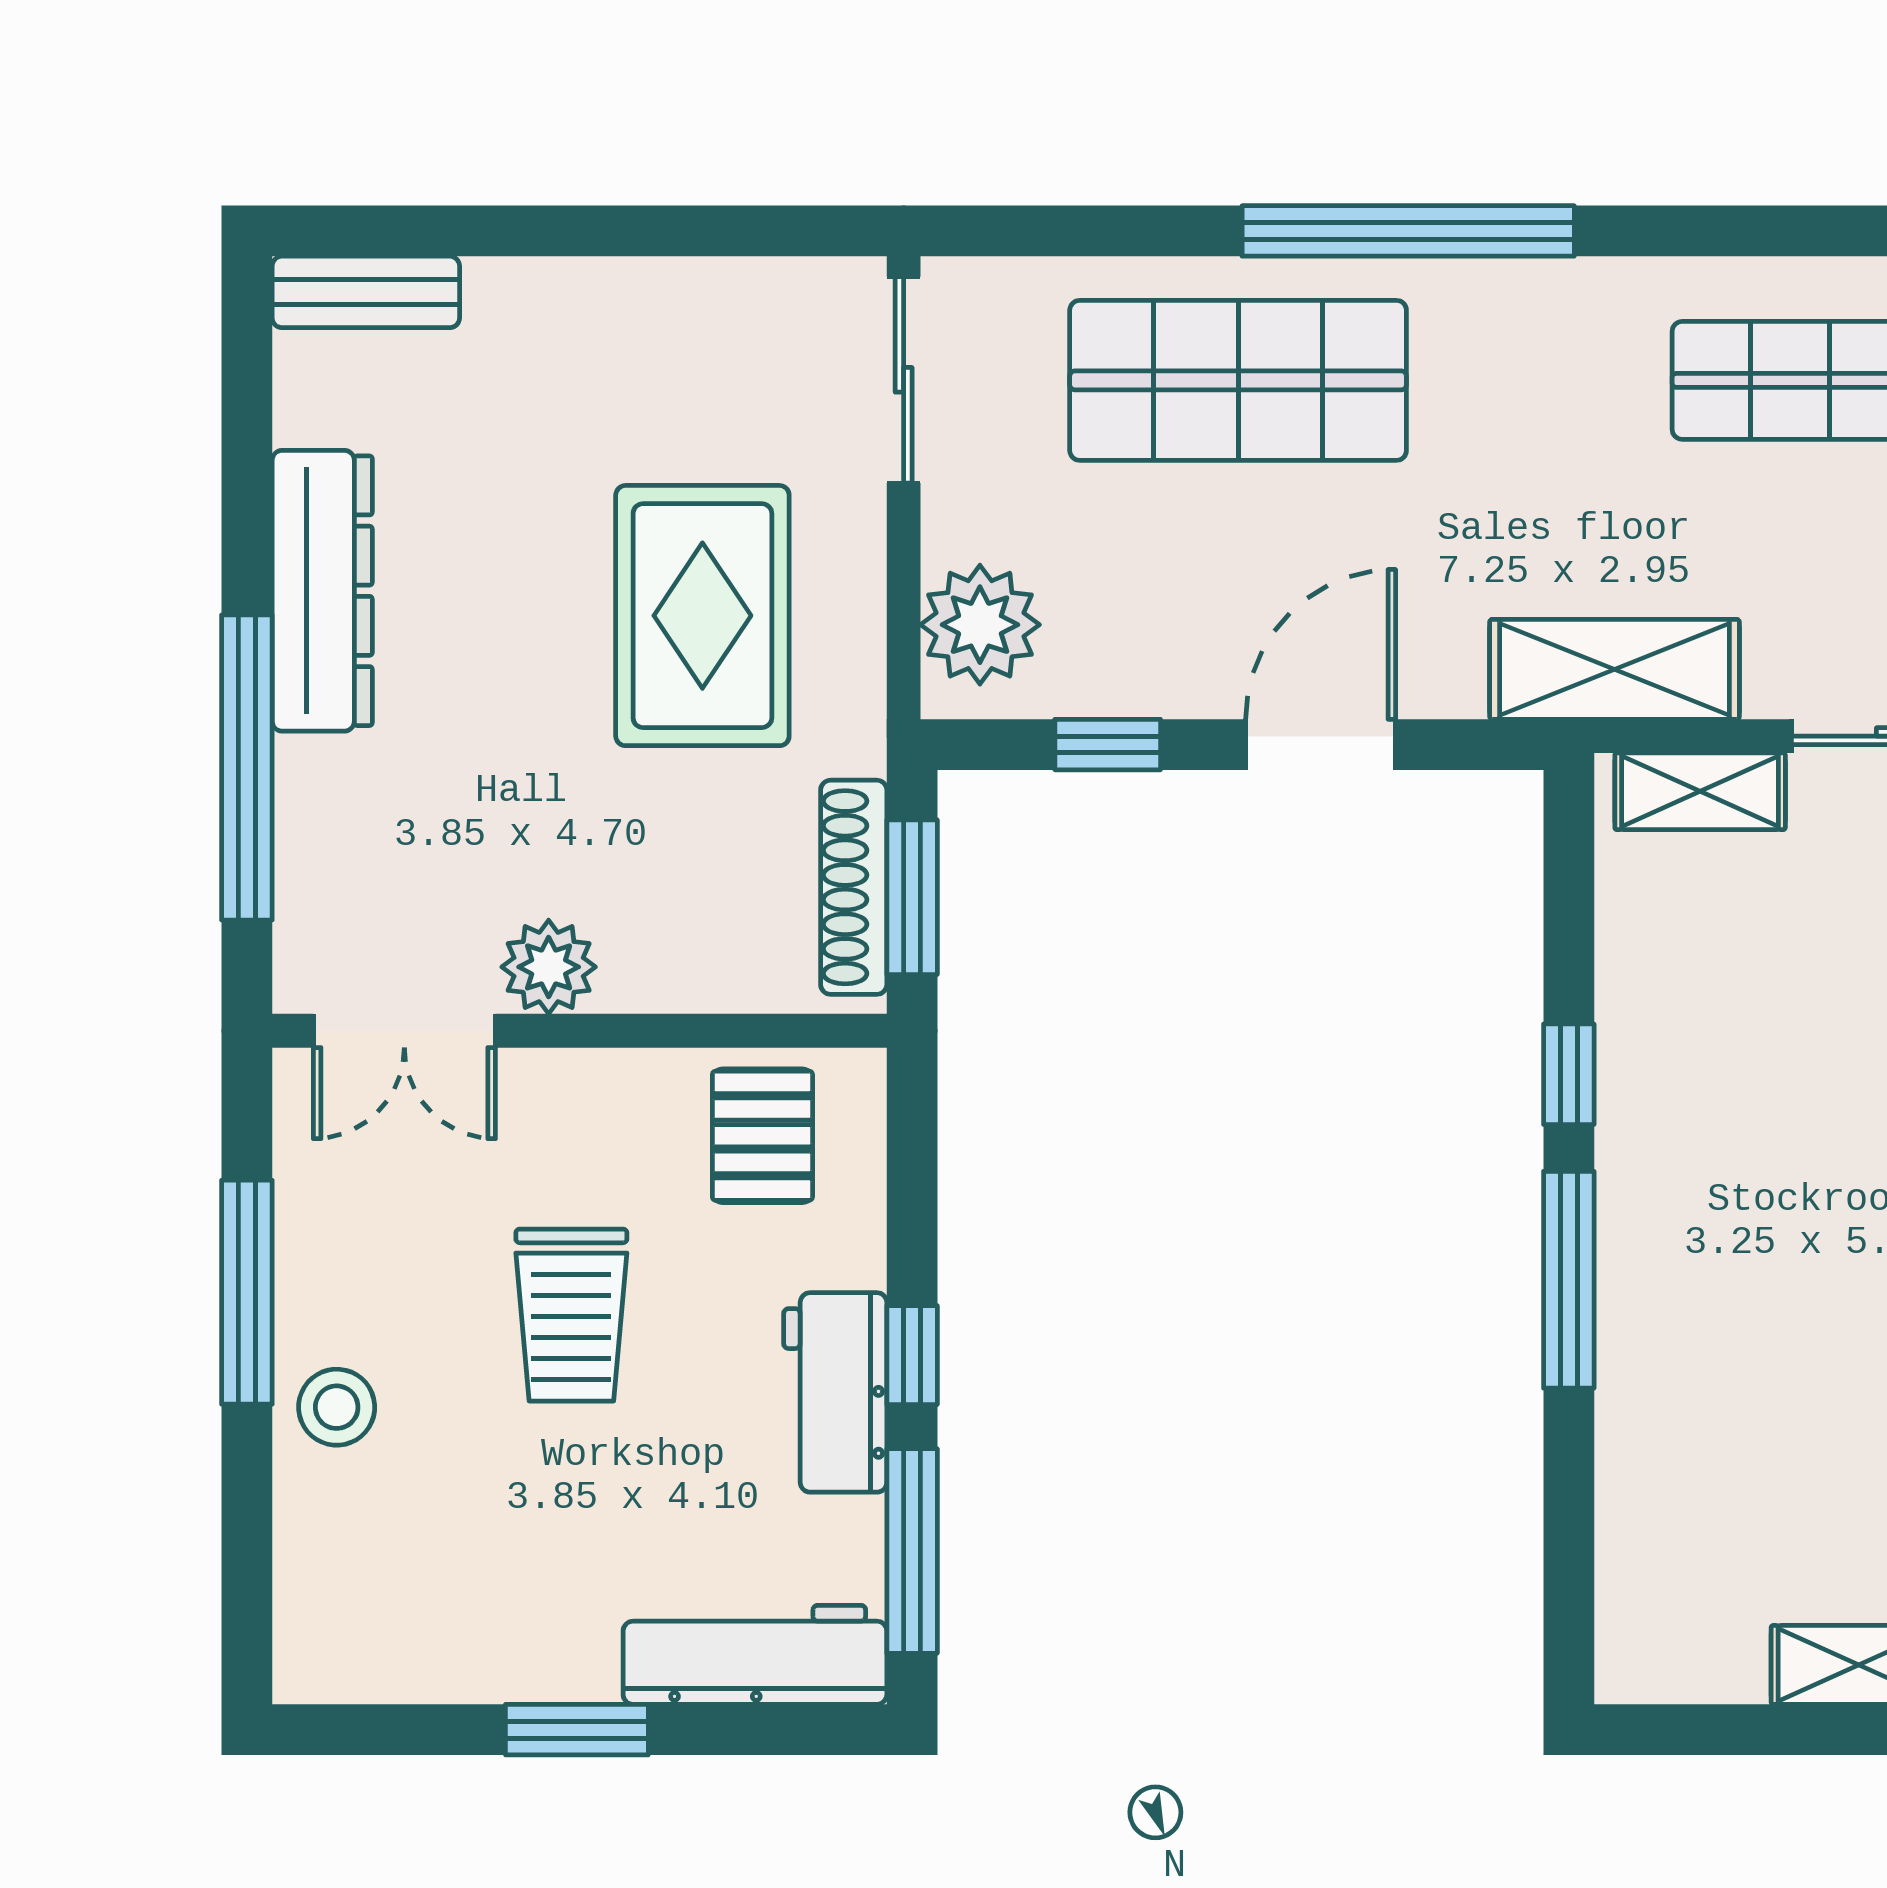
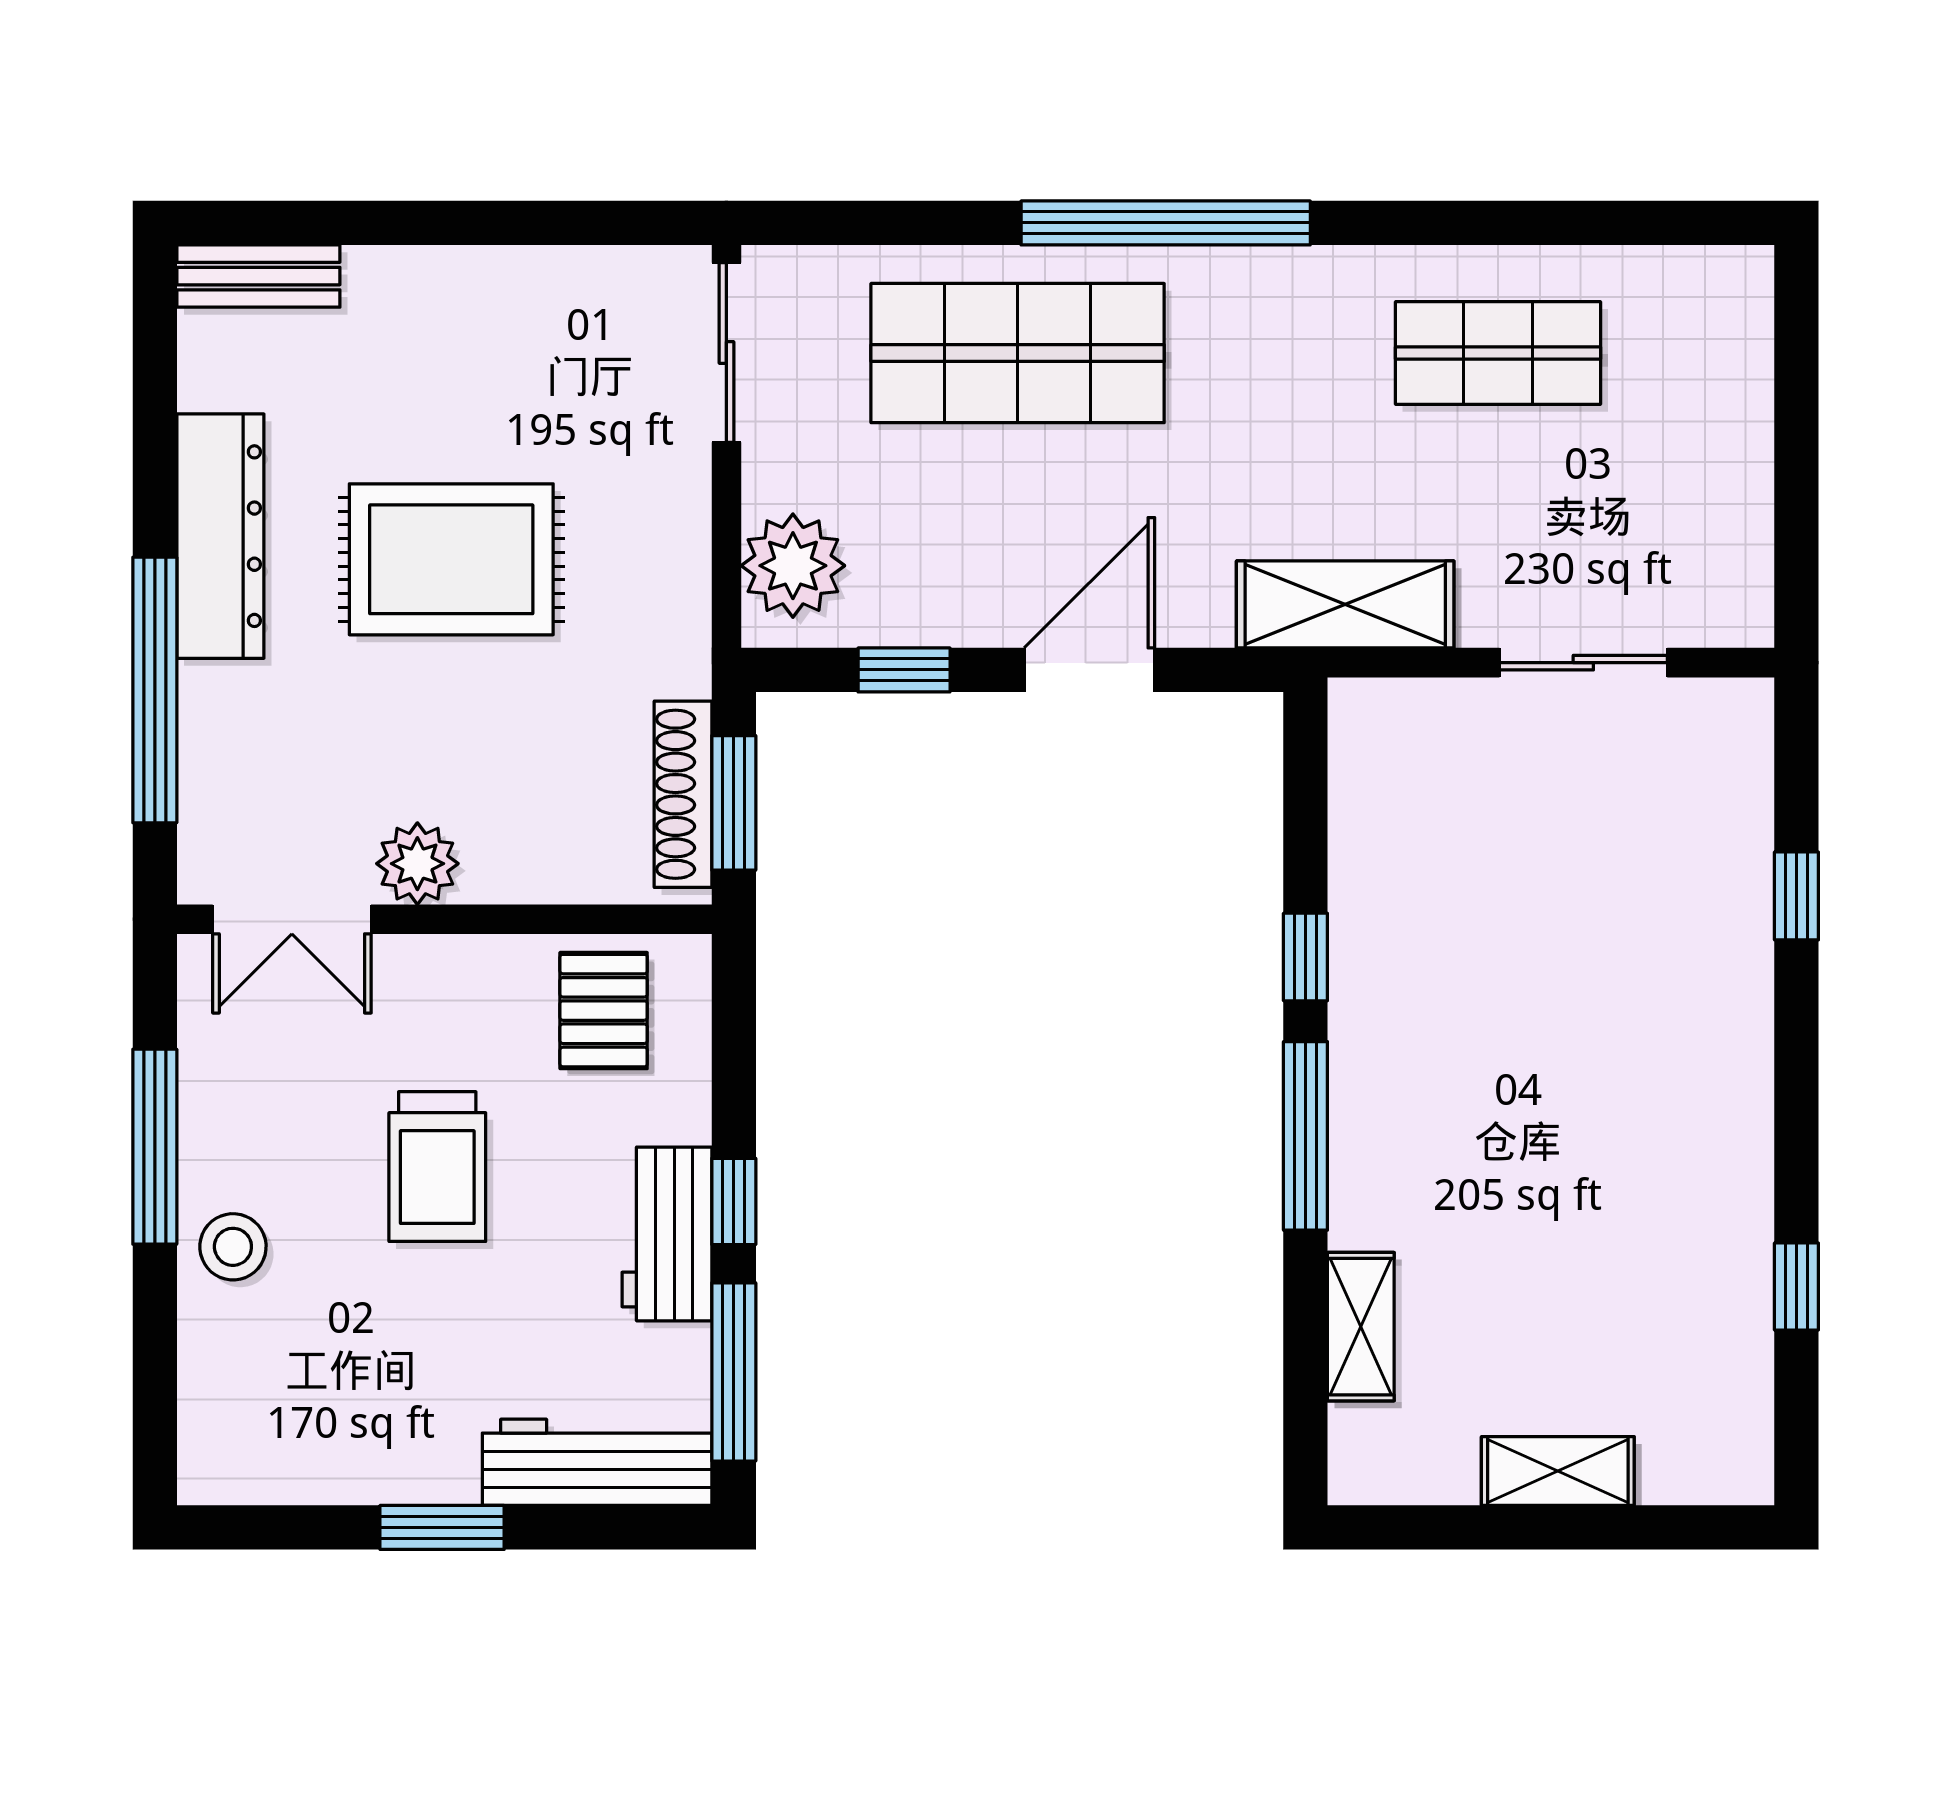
rug: (702, 616) -> (451, 559), moved, turned 90
shelving: (1700, 791) -> (1361, 1327), moved, turned 90

